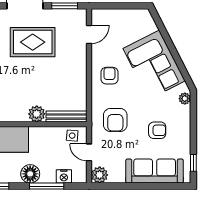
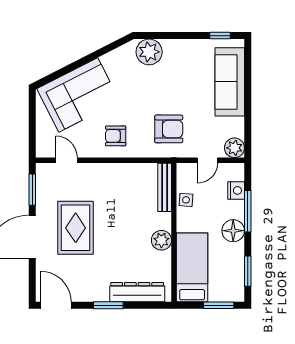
corner sofa: (154, 65) -> (78, 95), moved
plant: (185, 99) -> (149, 52), width x1.88, depth x1.88
plant: (37, 114) -> (161, 240), moved
armchair: (157, 130) -> (181, 79), removed
side table: (72, 136) -> (186, 200), moved

